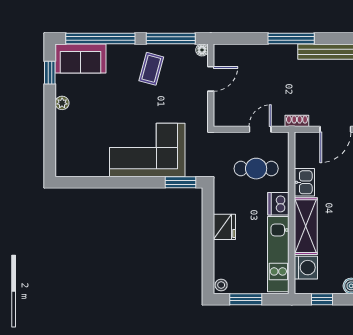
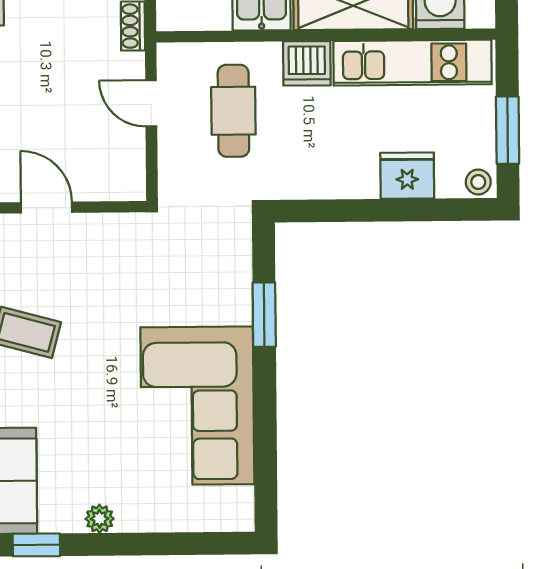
corner sofa: (147, 150) -> (197, 406), moved
window: (181, 182) -> (264, 315), moved
fridge: (224, 227) -> (407, 176), moved

